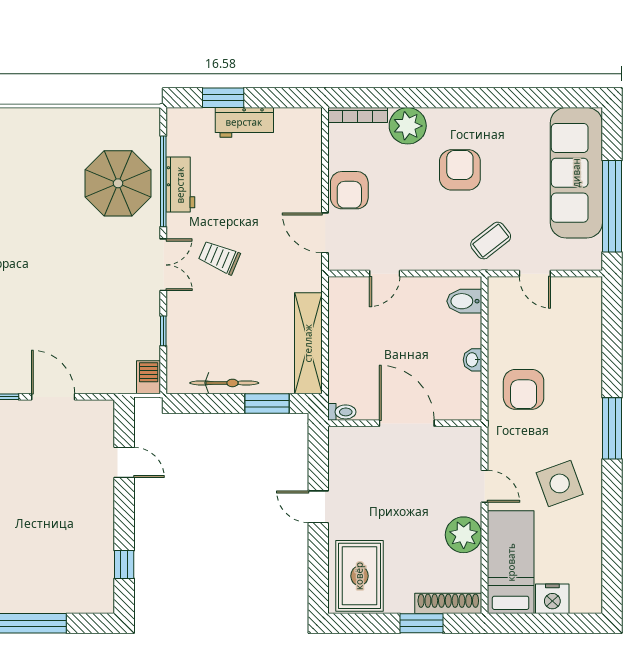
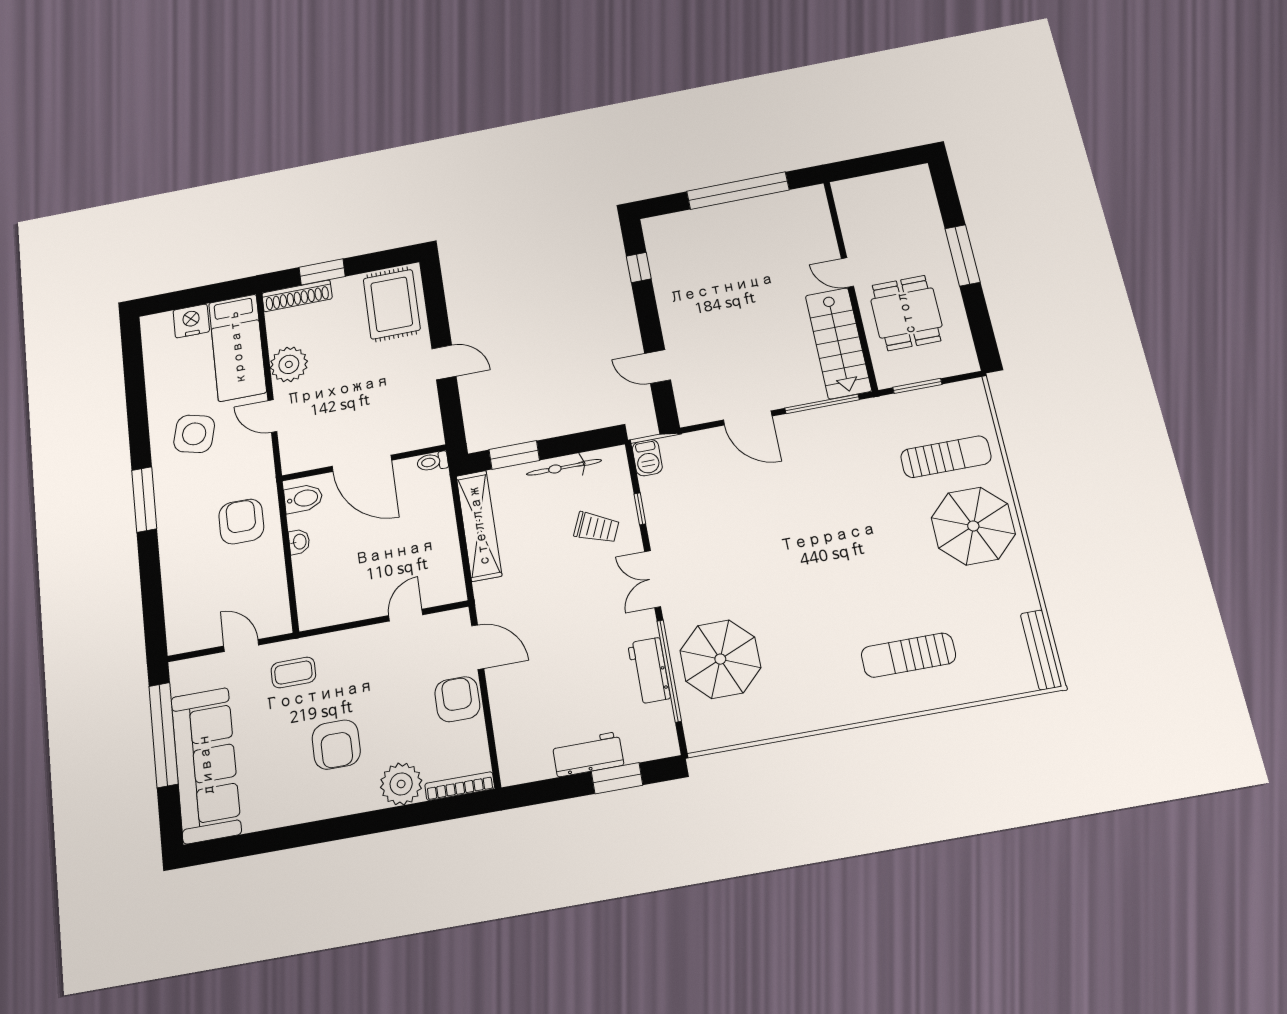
coffee table: (491, 241) -> (293, 673), turned 38
trolley: (219, 257) -> (596, 528), moved
bidet: (464, 301) -> (303, 499), moved
side table: (560, 483) -> (194, 434), turned 34

